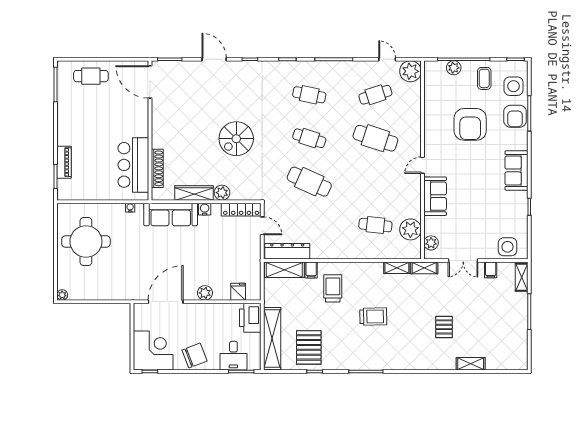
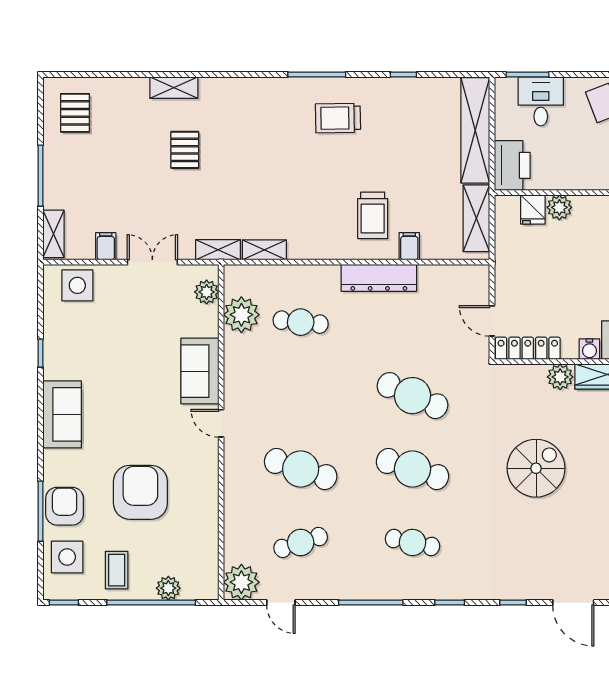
cafe table: (309, 138) -> (413, 469), width x1.37, depth x1.35
door: (422, 165) -> (221, 423), swing flipped
dresser: (287, 251) -> (379, 278), moved
shelving: (284, 270) -> (476, 218), moved, turned 90
plant: (205, 293) -> (559, 207), moved
trolley: (373, 317) -> (338, 118), moved
pallet: (309, 347) -> (75, 113), moved, width x0.67, depth x0.71
shelving: (471, 364) -> (174, 88), moved

